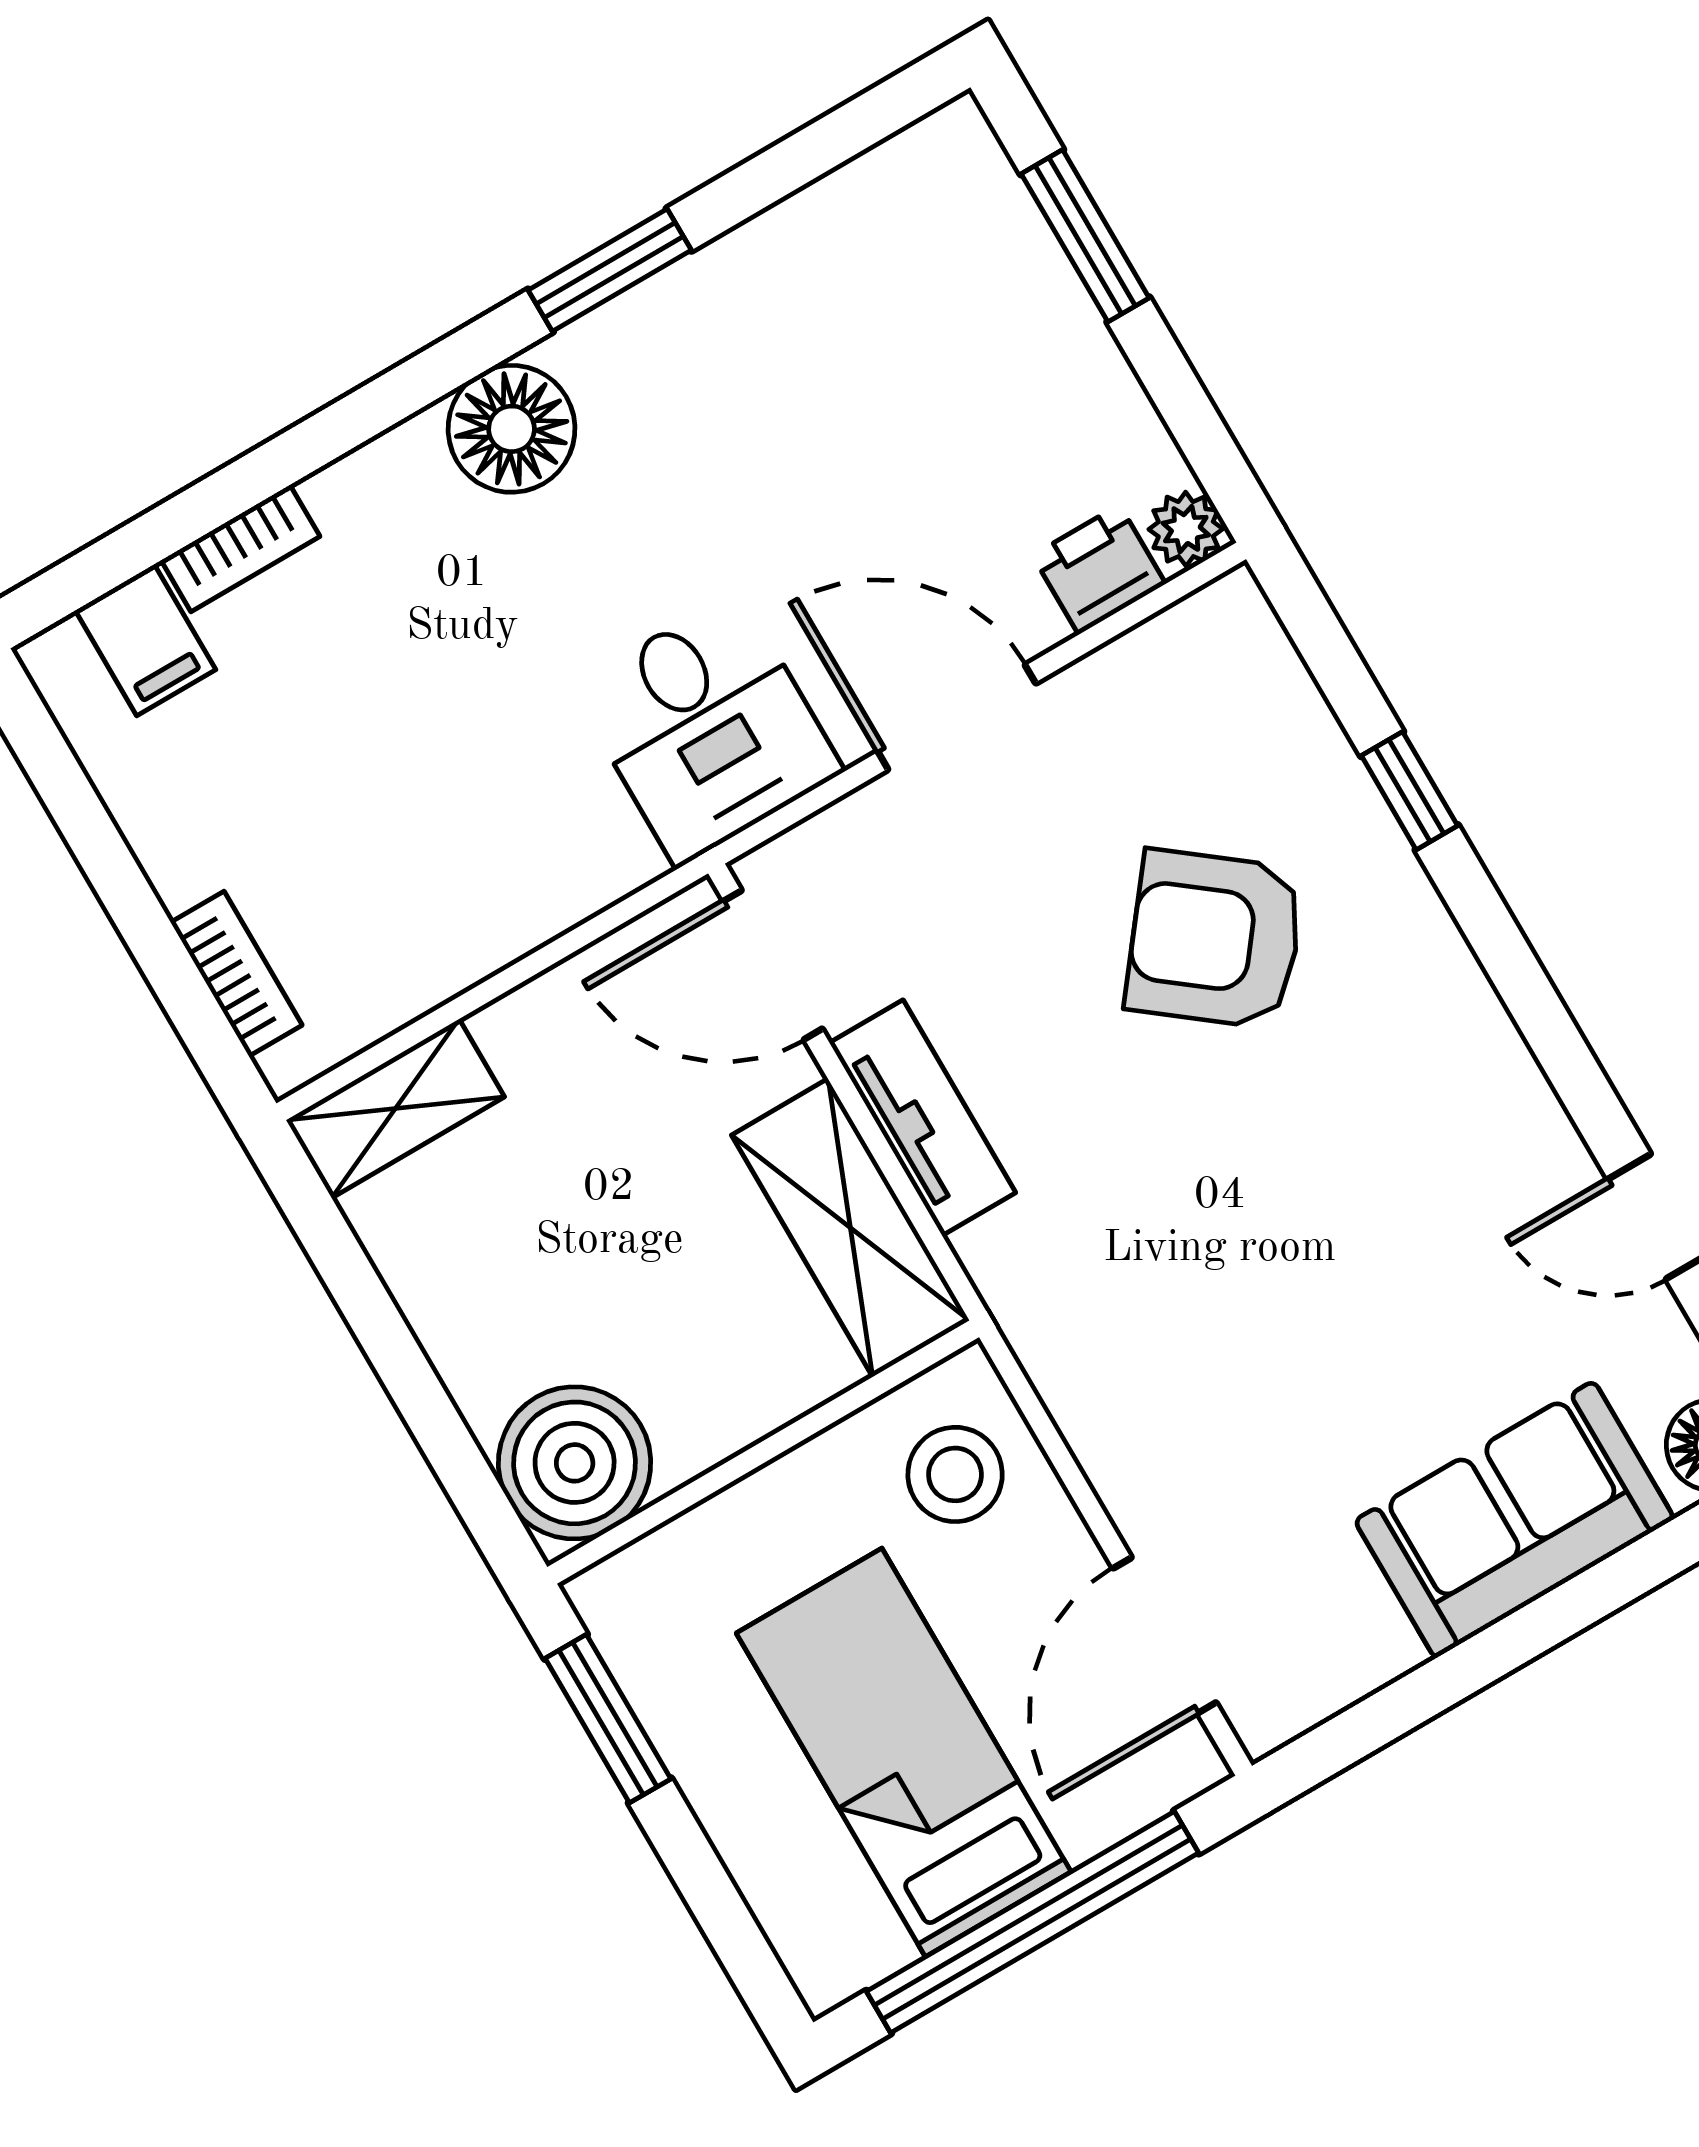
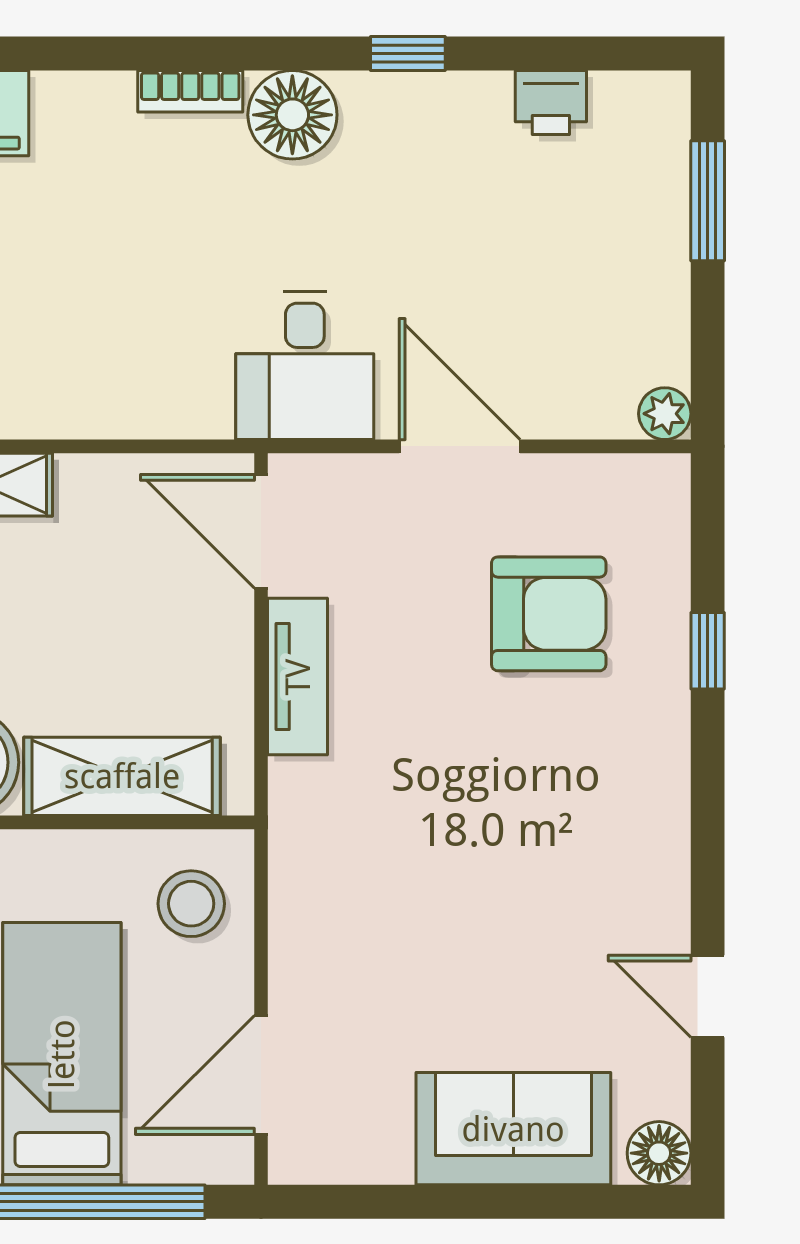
window: (610, 270) -> (408, 54), width x0.67
bookcase: (240, 548) -> (190, 91), moved
printer: (1099, 570) -> (551, 102), moved, turned 180
armchair: (1215, 939) -> (549, 614), moved, turned 142
shelving: (850, 1228) -> (122, 776), moved, turned 90

